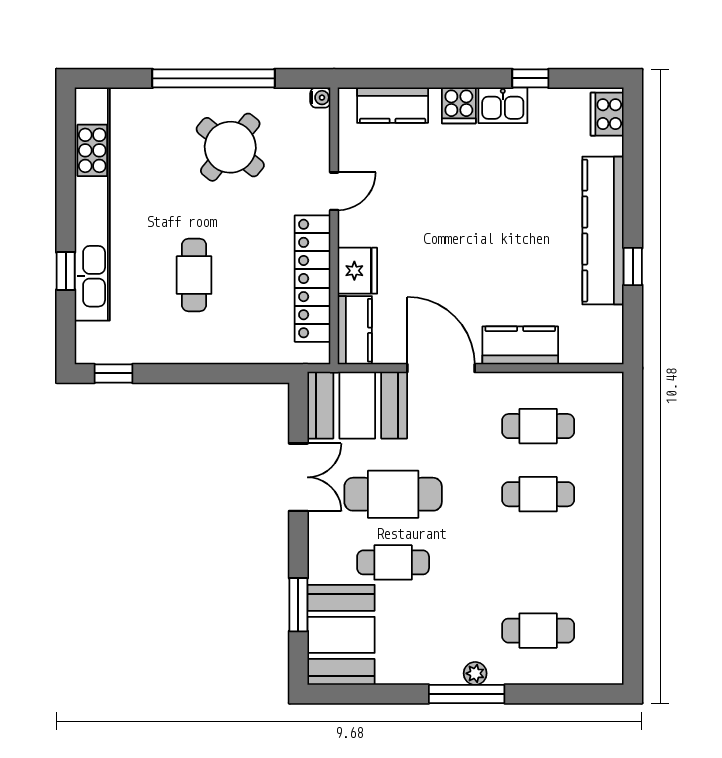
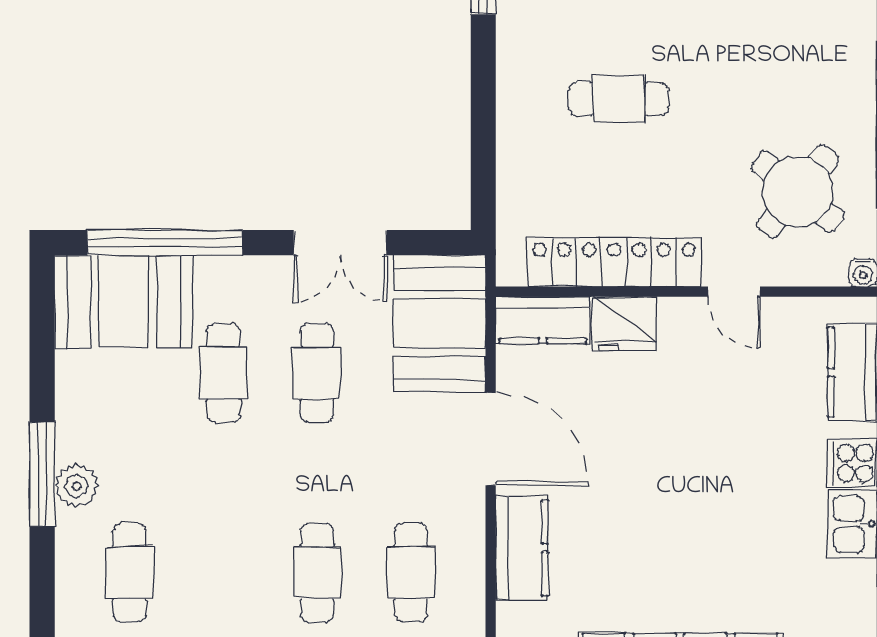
round table: (230, 147) -> (798, 192), moved
door: (441, 368) -> (491, 439), hinge flipped
cafe table: (393, 494) -> (317, 373), width x0.73, depth x0.74
window: (298, 605) -> (165, 243), width x2.11
plant: (475, 673) -> (76, 486), width x1.38, depth x1.38

